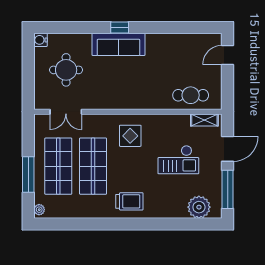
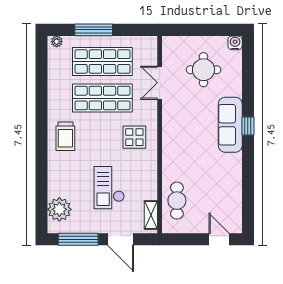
double door: (66, 112) -> (160, 83), moved

